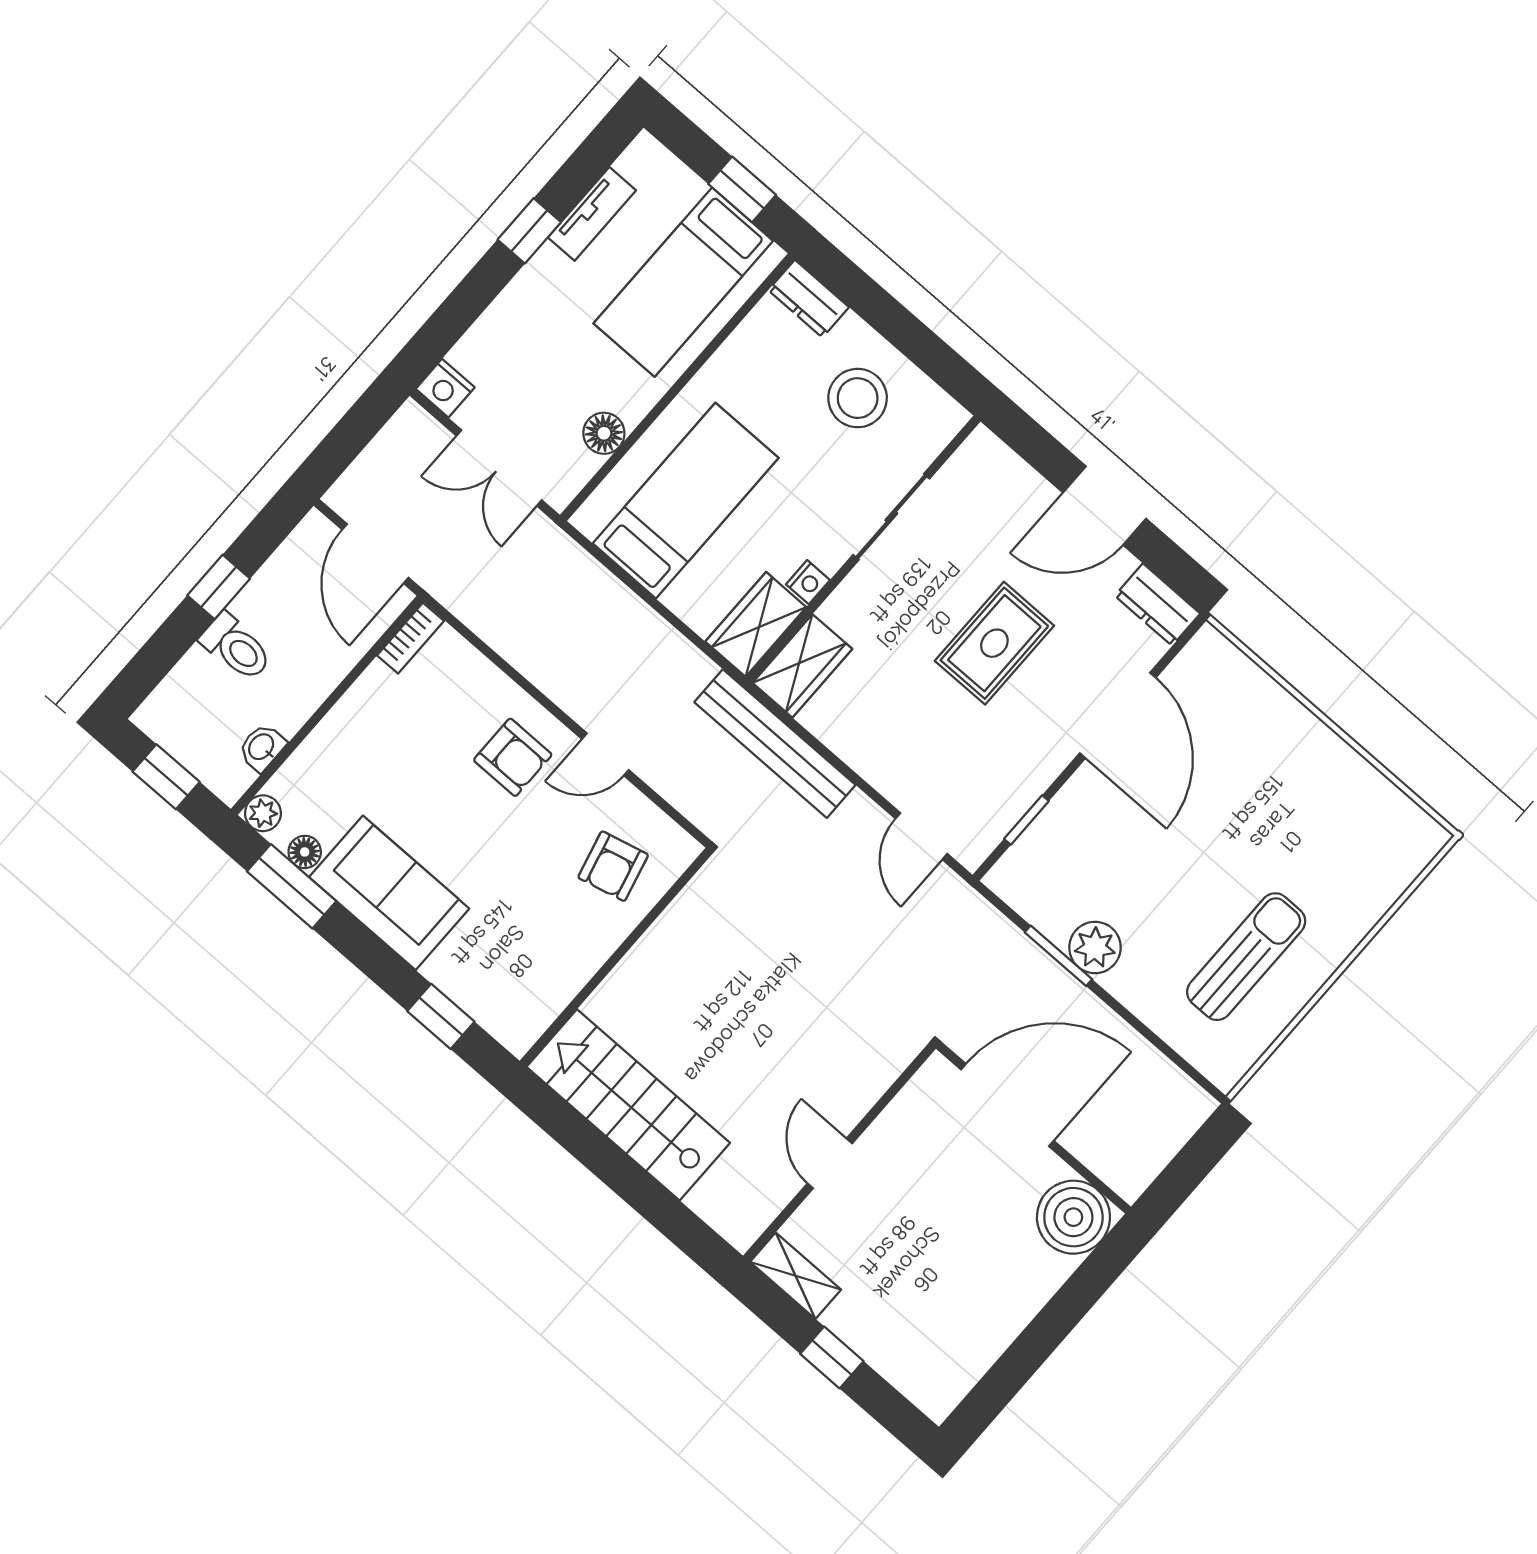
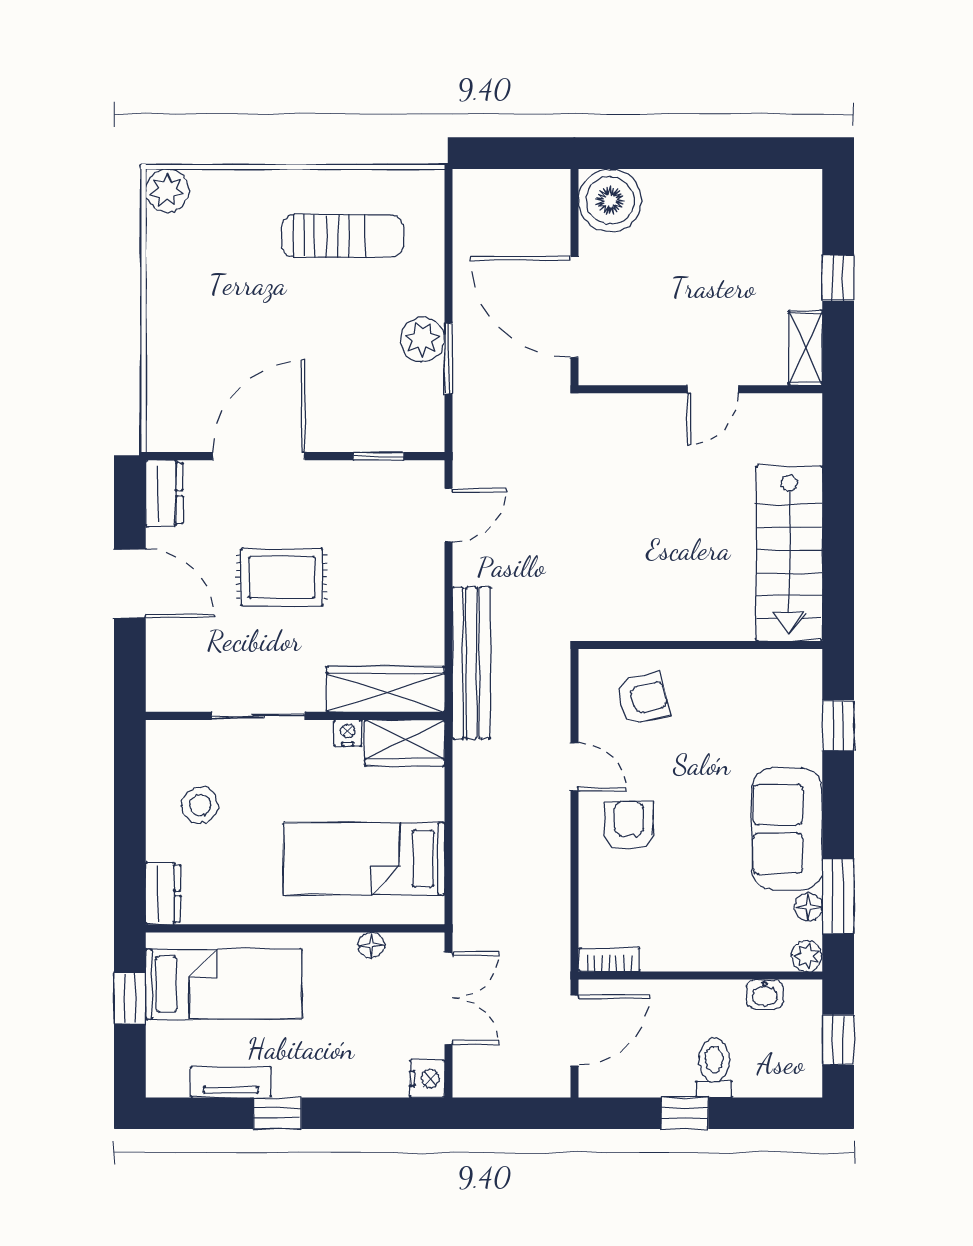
stool: (858, 398) -> (200, 805), width x0.73, depth x0.73
floor lamp: (604, 433) -> (371, 945), width x0.73, depth x0.73
wardrobe: (802, 666) -> (386, 689), width x1.50
plant: (1420, 838) -> (167, 191), added
sun lounger: (1246, 957) -> (343, 236), turned 180

